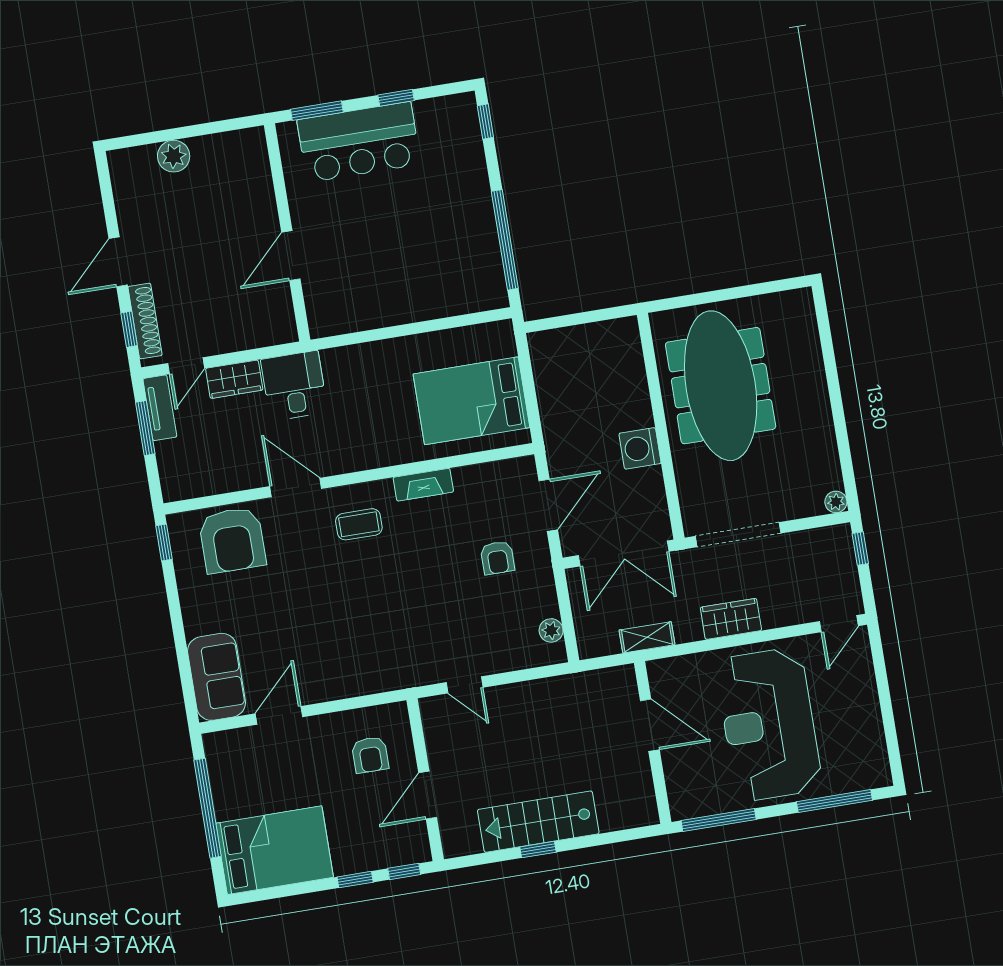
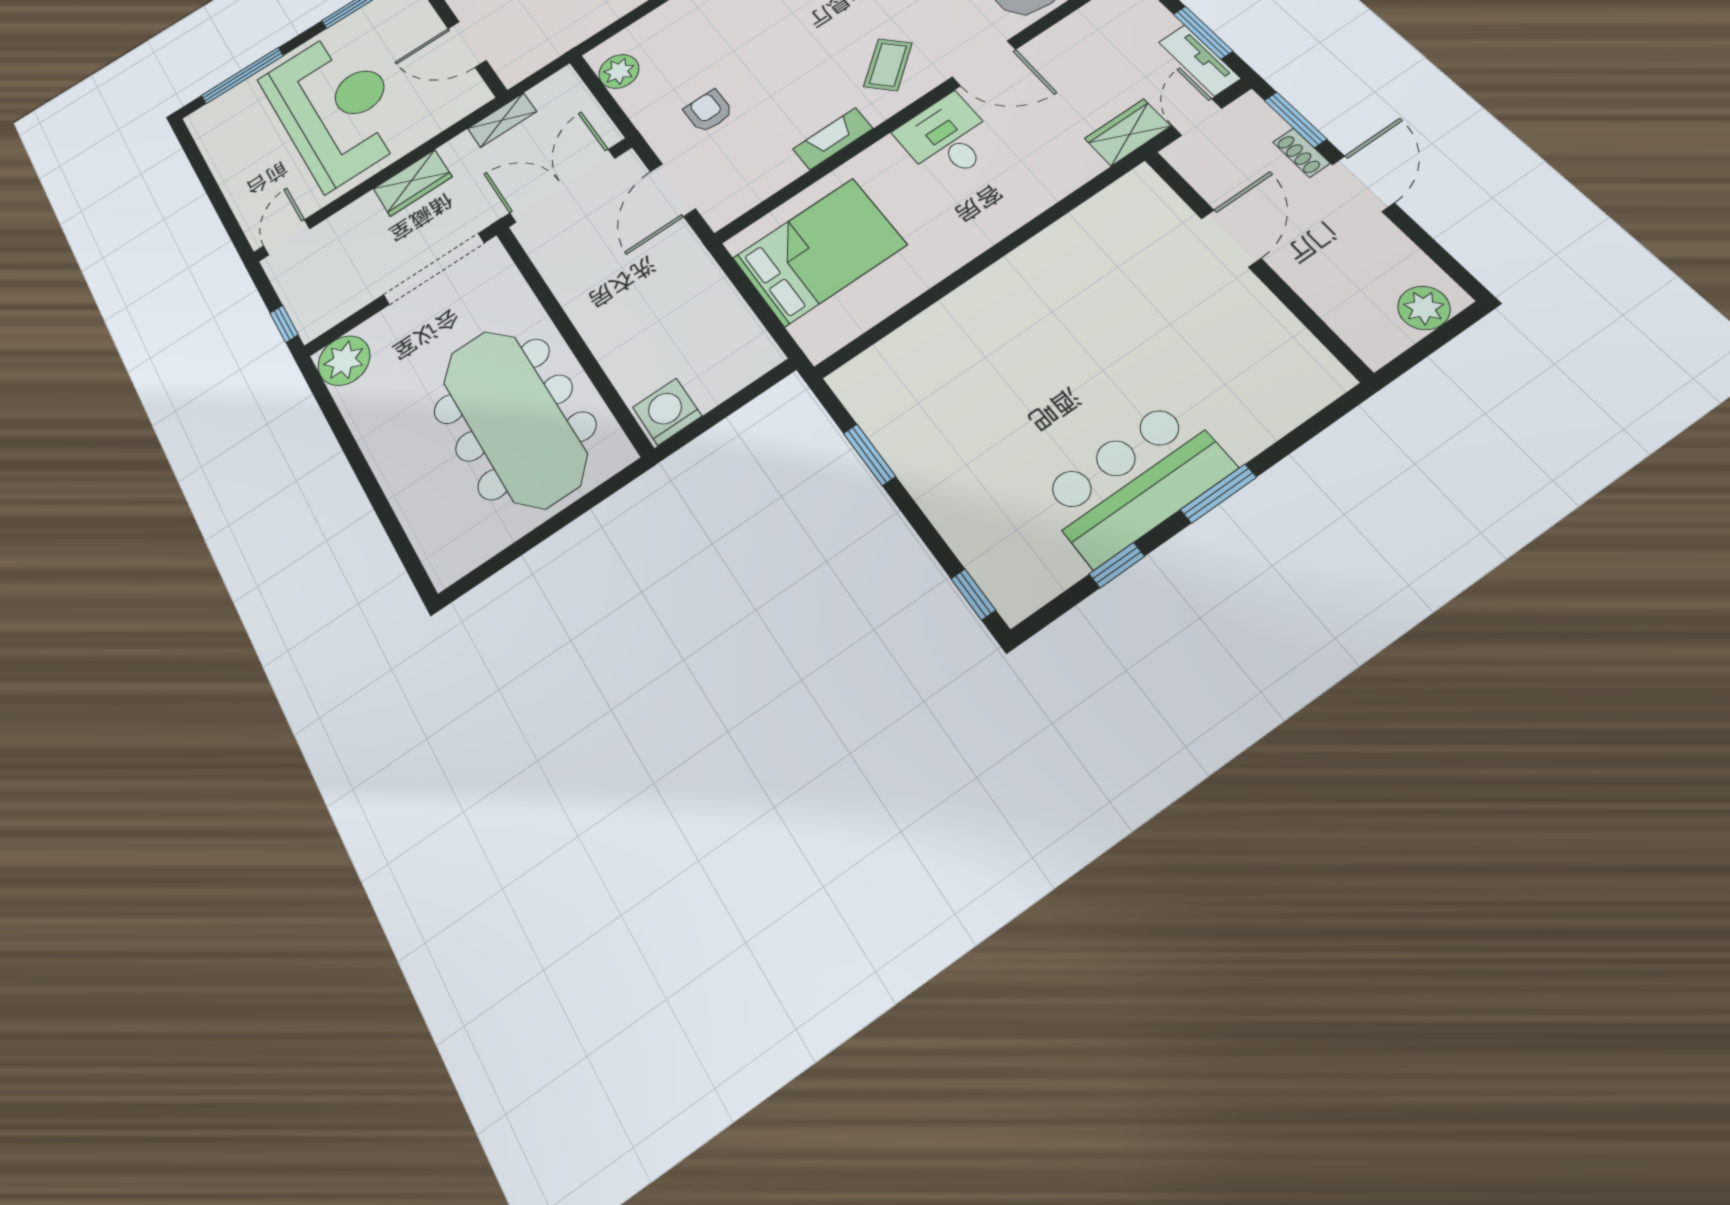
plant: (174, 156) -> (1424, 308), moved
wall: (287, 232) -> (1254, 262), moved
window: (505, 240) -> (869, 455), width x0.47
door: (291, 256) -> (1231, 238), moved
shoe rack: (145, 321) -> (1301, 153), width x0.51, depth x0.81
window: (129, 329) -> (1295, 120), width x1.50
desk: (294, 386) -> (947, 138), moved, turned 180
washing machine: (640, 448) -> (667, 412), moved, turned -90
plant: (836, 502) -> (344, 361), width x1.88, depth x1.88
coffee table: (359, 524) -> (888, 65), turned -41
plant: (551, 630) -> (619, 71), width x1.38, depth x1.38

